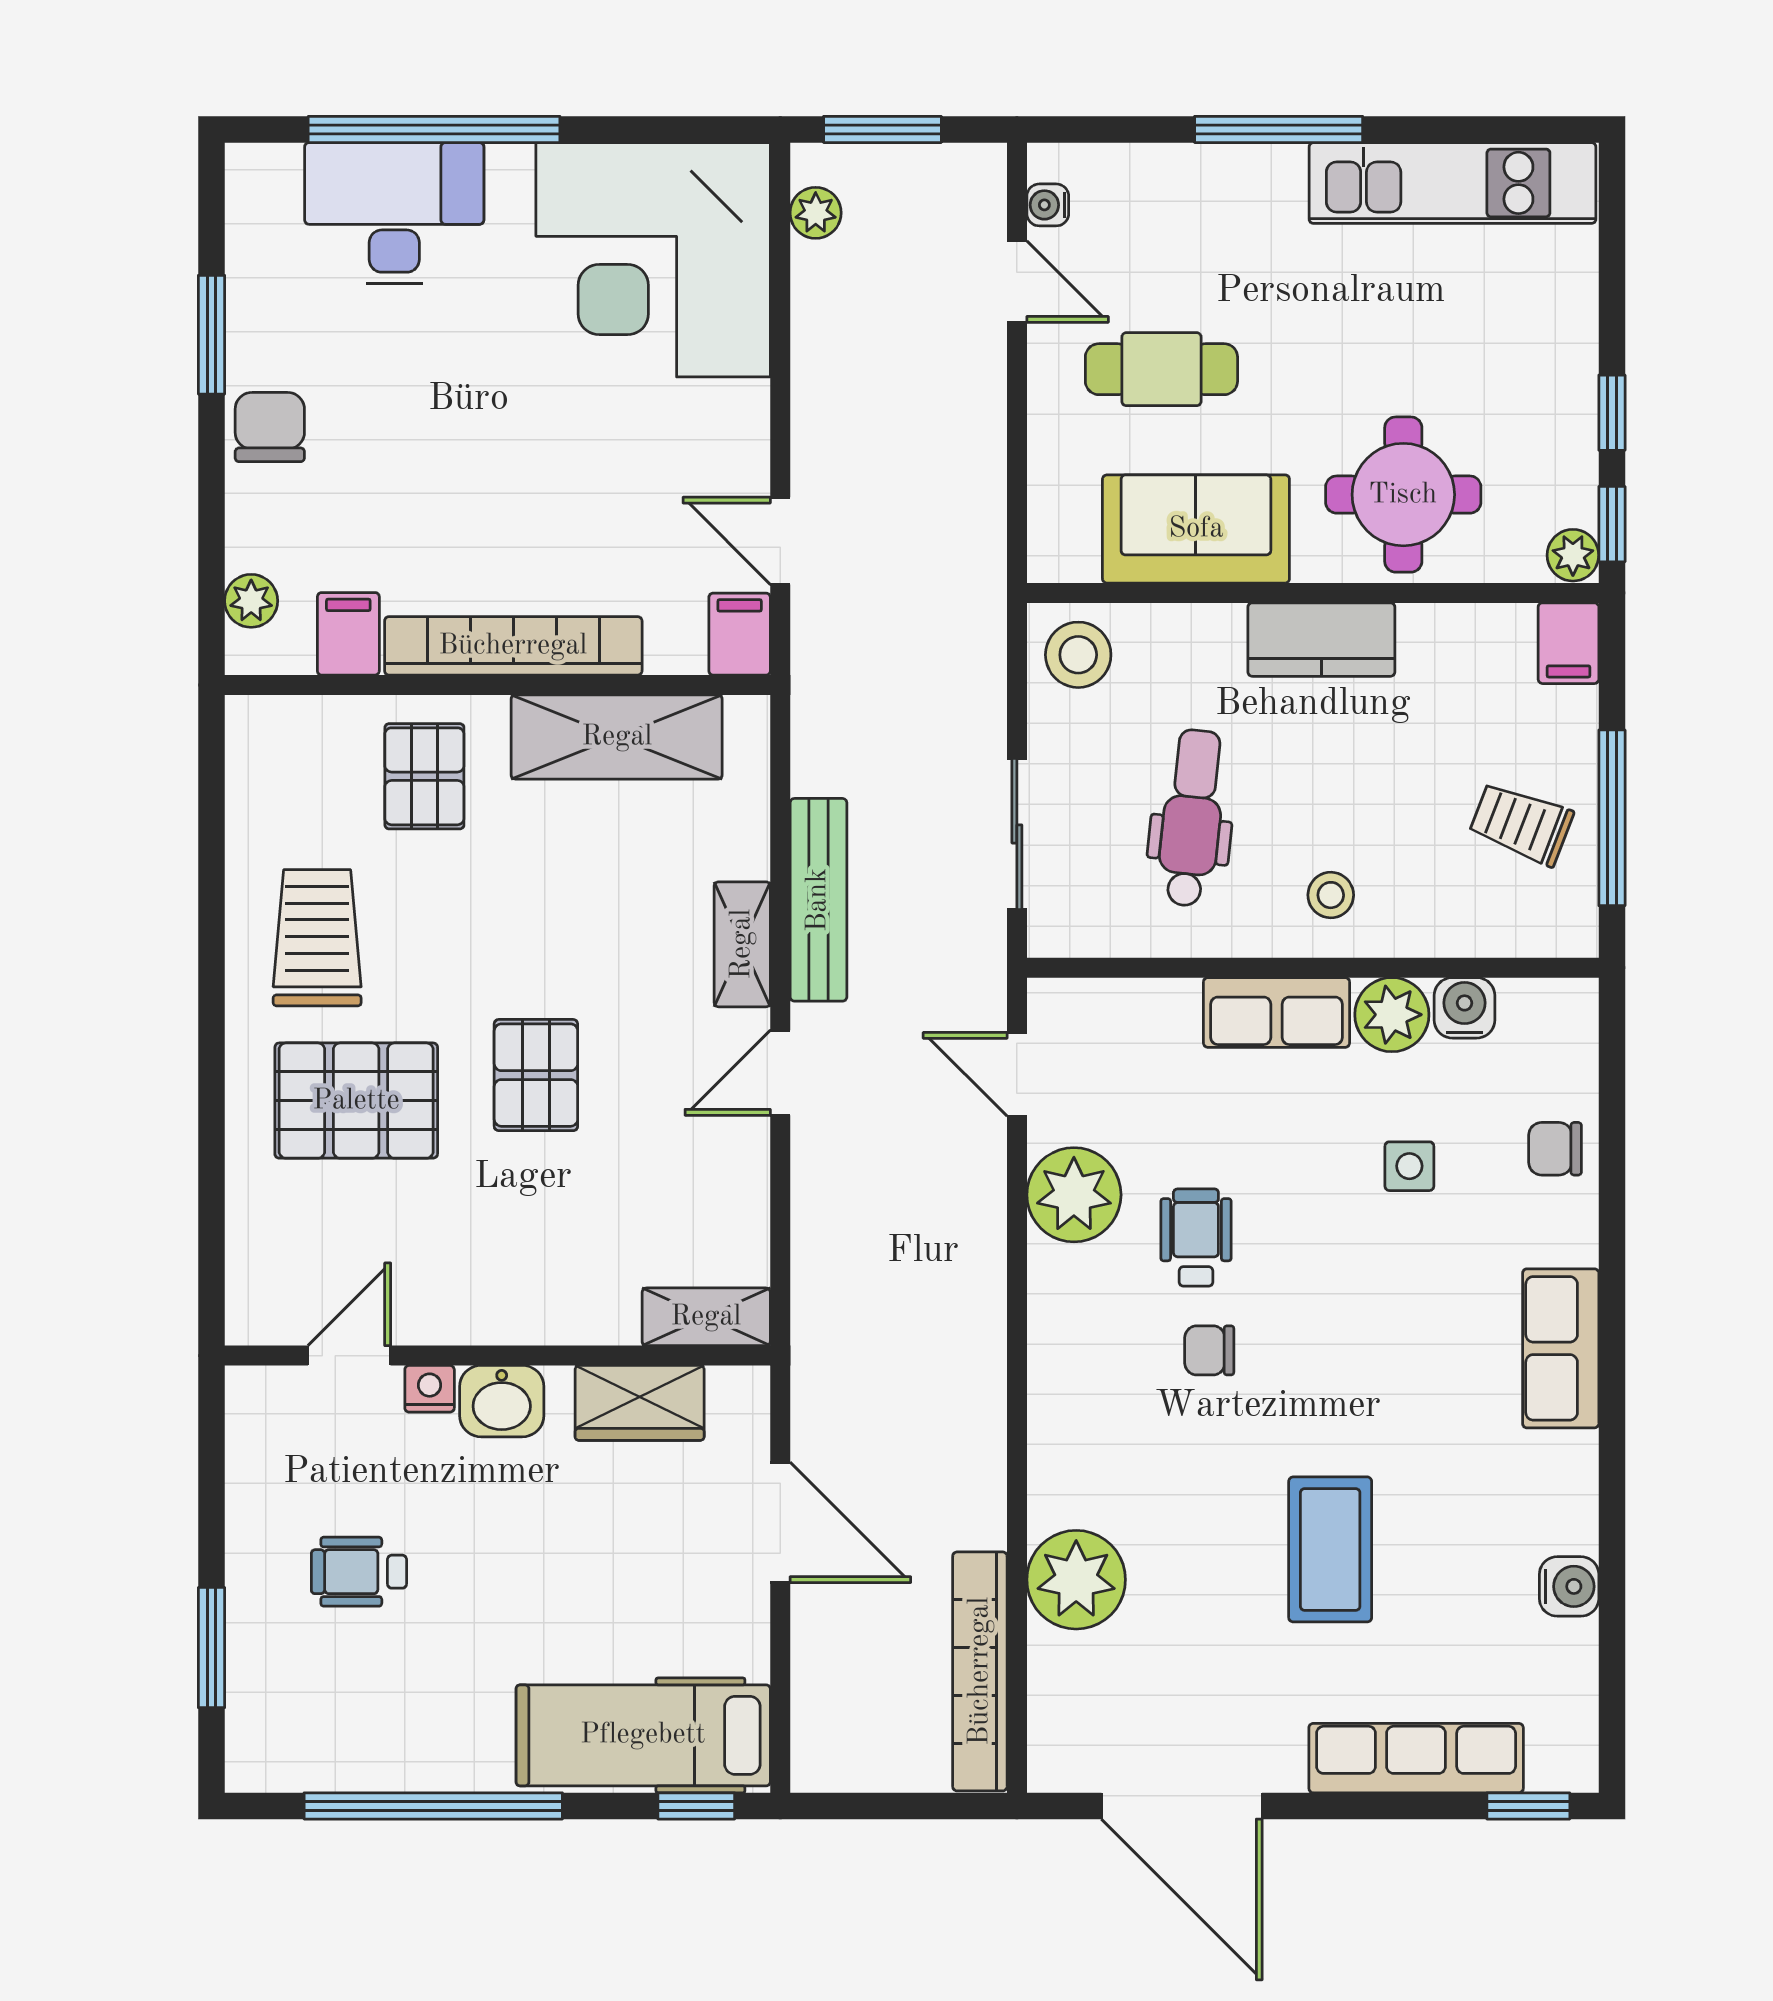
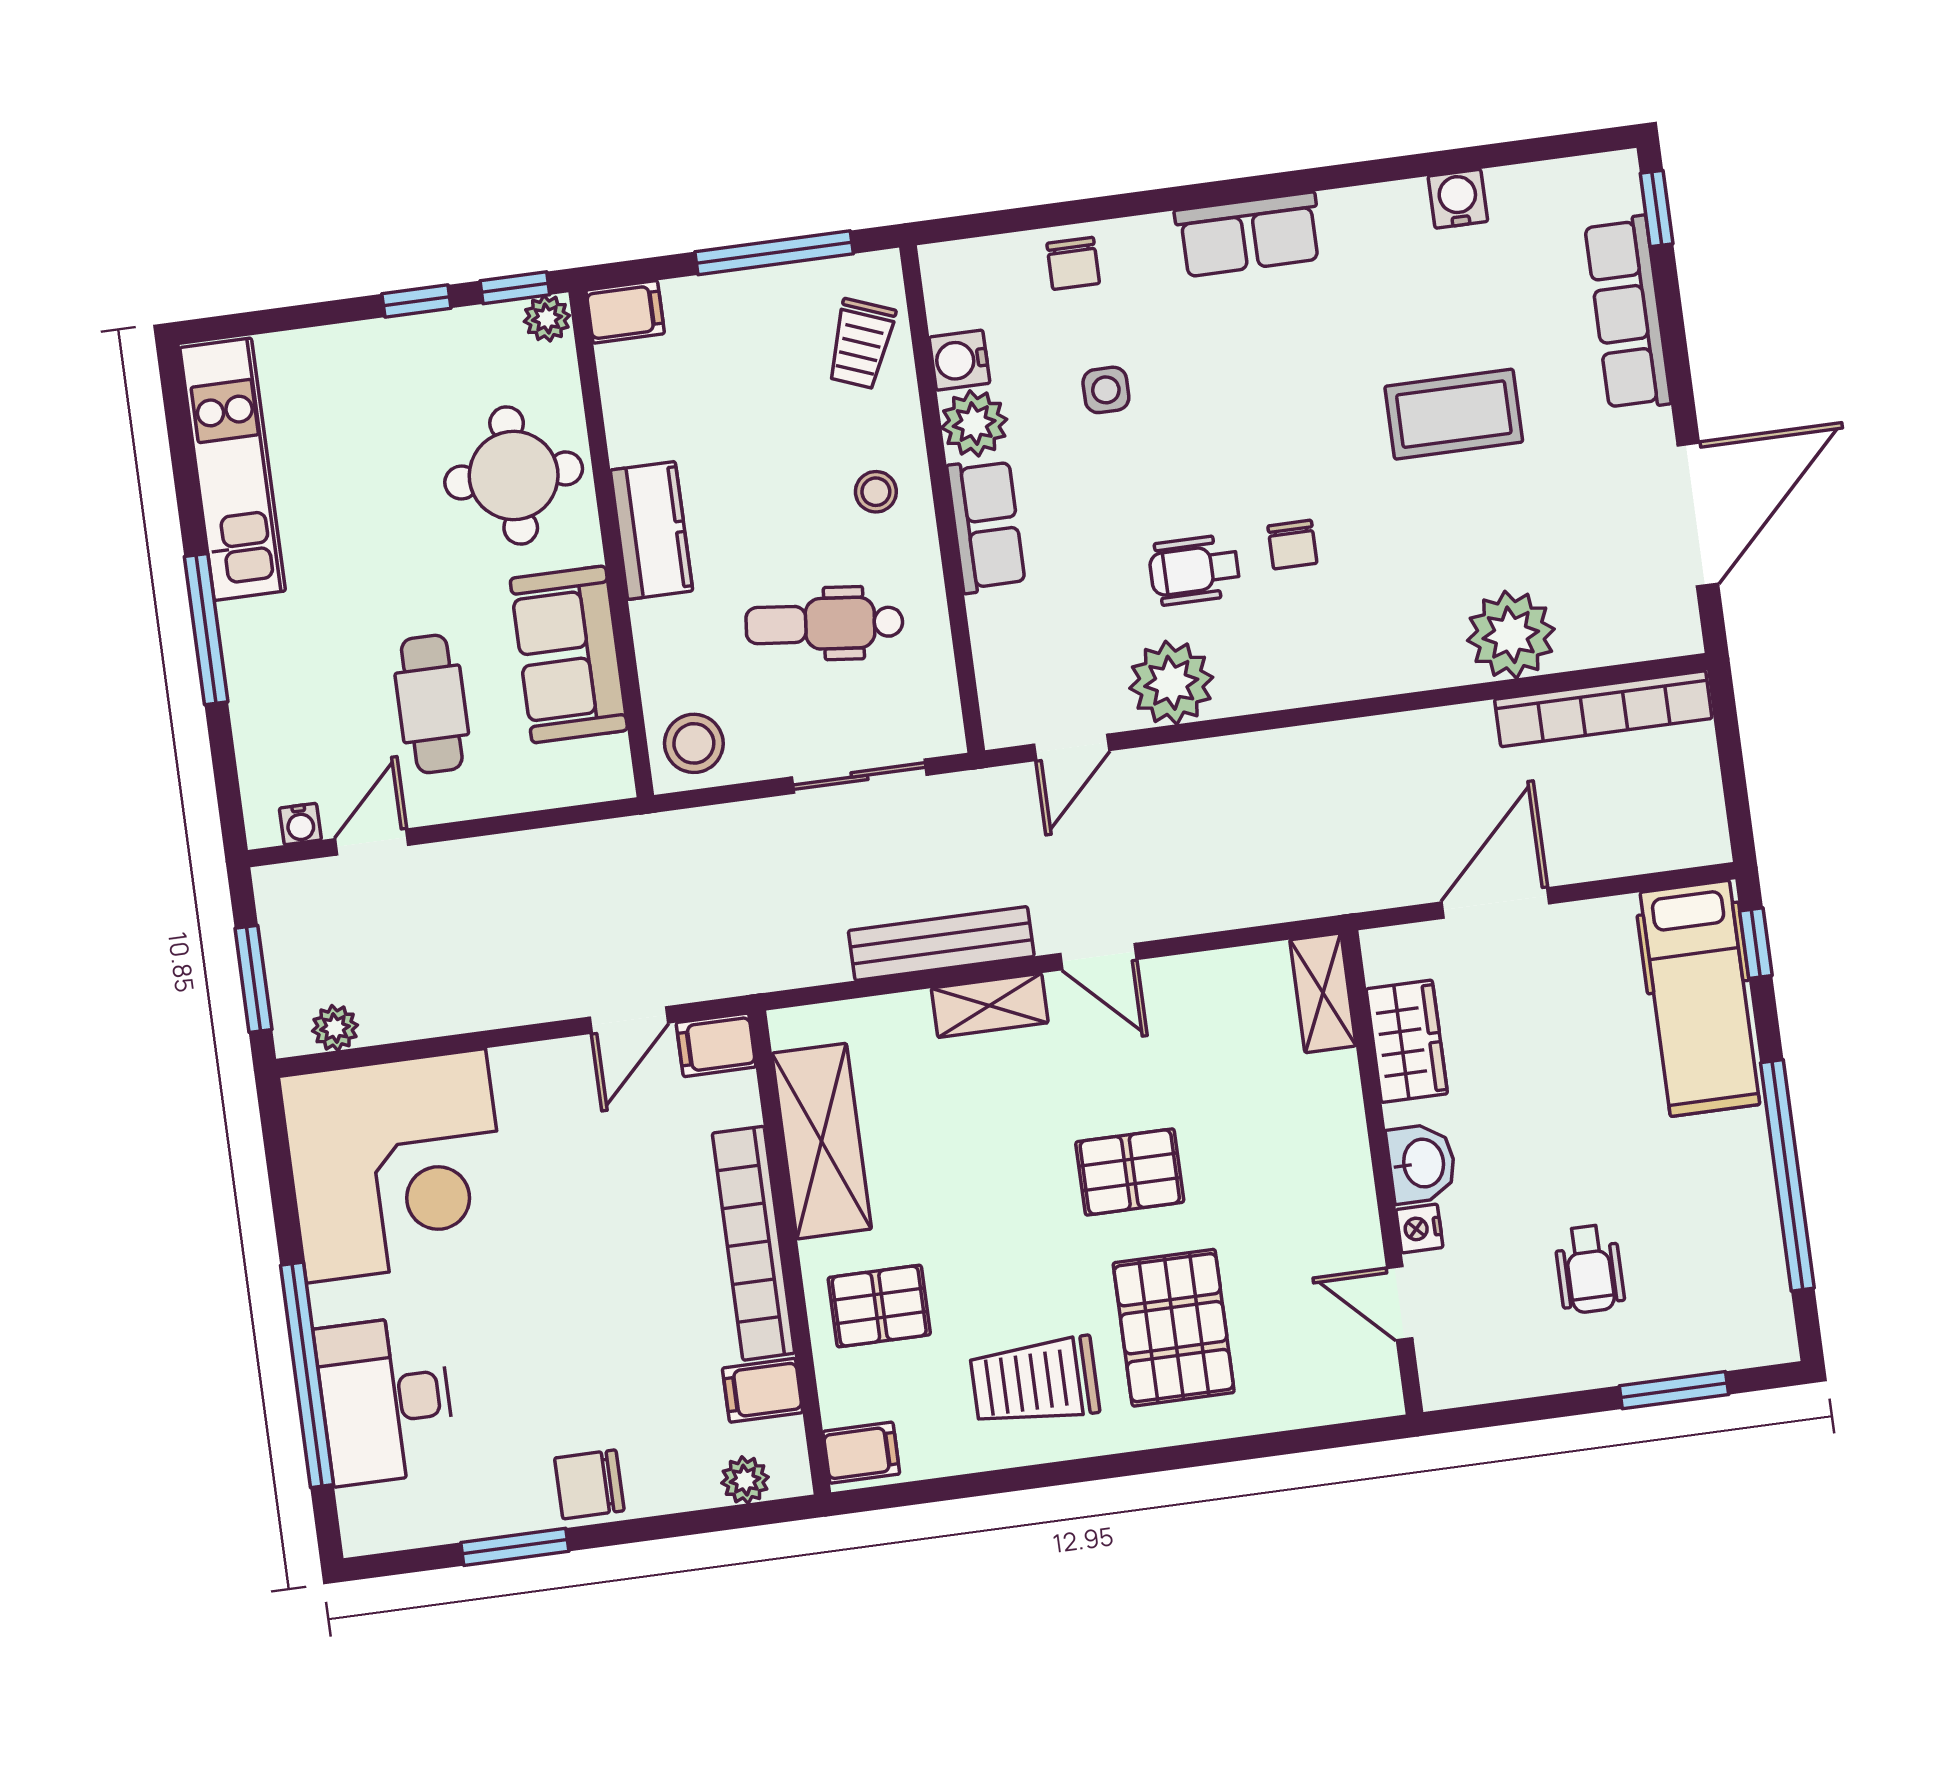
filing cabinet: (264, 734) -> (861, 1453), added
trolley: (1521, 824) -> (861, 344), moved

